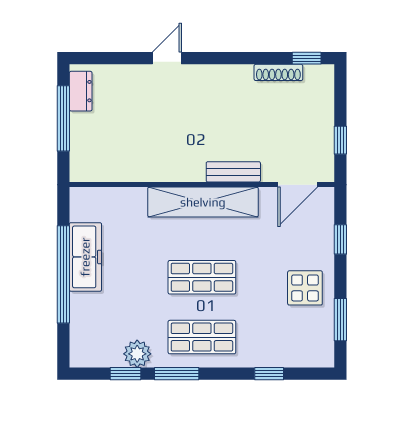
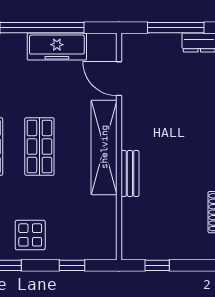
door: (298, 185) -> (119, 79), moved

